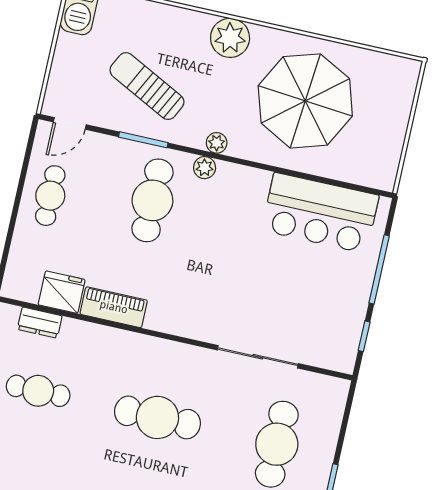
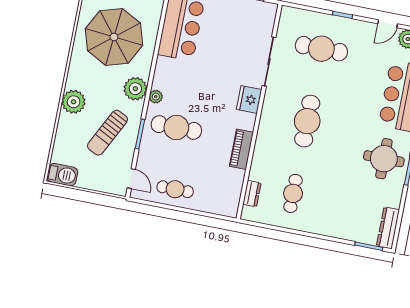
plant: (230, 38) -> (74, 102), moved
plant: (217, 143) -> (135, 89), width x1.88, depth x1.88
fridge: (62, 292) -> (249, 99), moved

